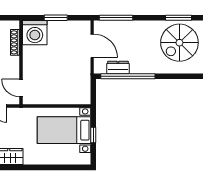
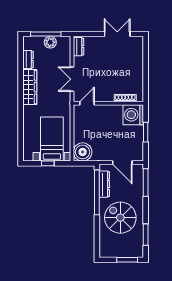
spiral stairs: (179, 43) -> (120, 218), moved
door: (92, 46) -> (122, 163), hinge flipped
dresser: (118, 67) -> (104, 184), width x1.44
boiler: (79, 93) -> (83, 152), added

